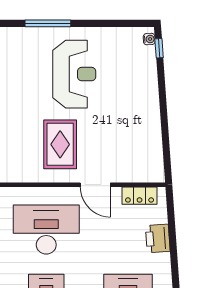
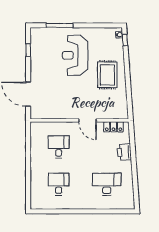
reception desk: (74, 74) -> (75, 55), turned 180
rug: (60, 144) -> (107, 75), moved
desk: (46, 230) -> (59, 147), width x0.53, depth x0.77

